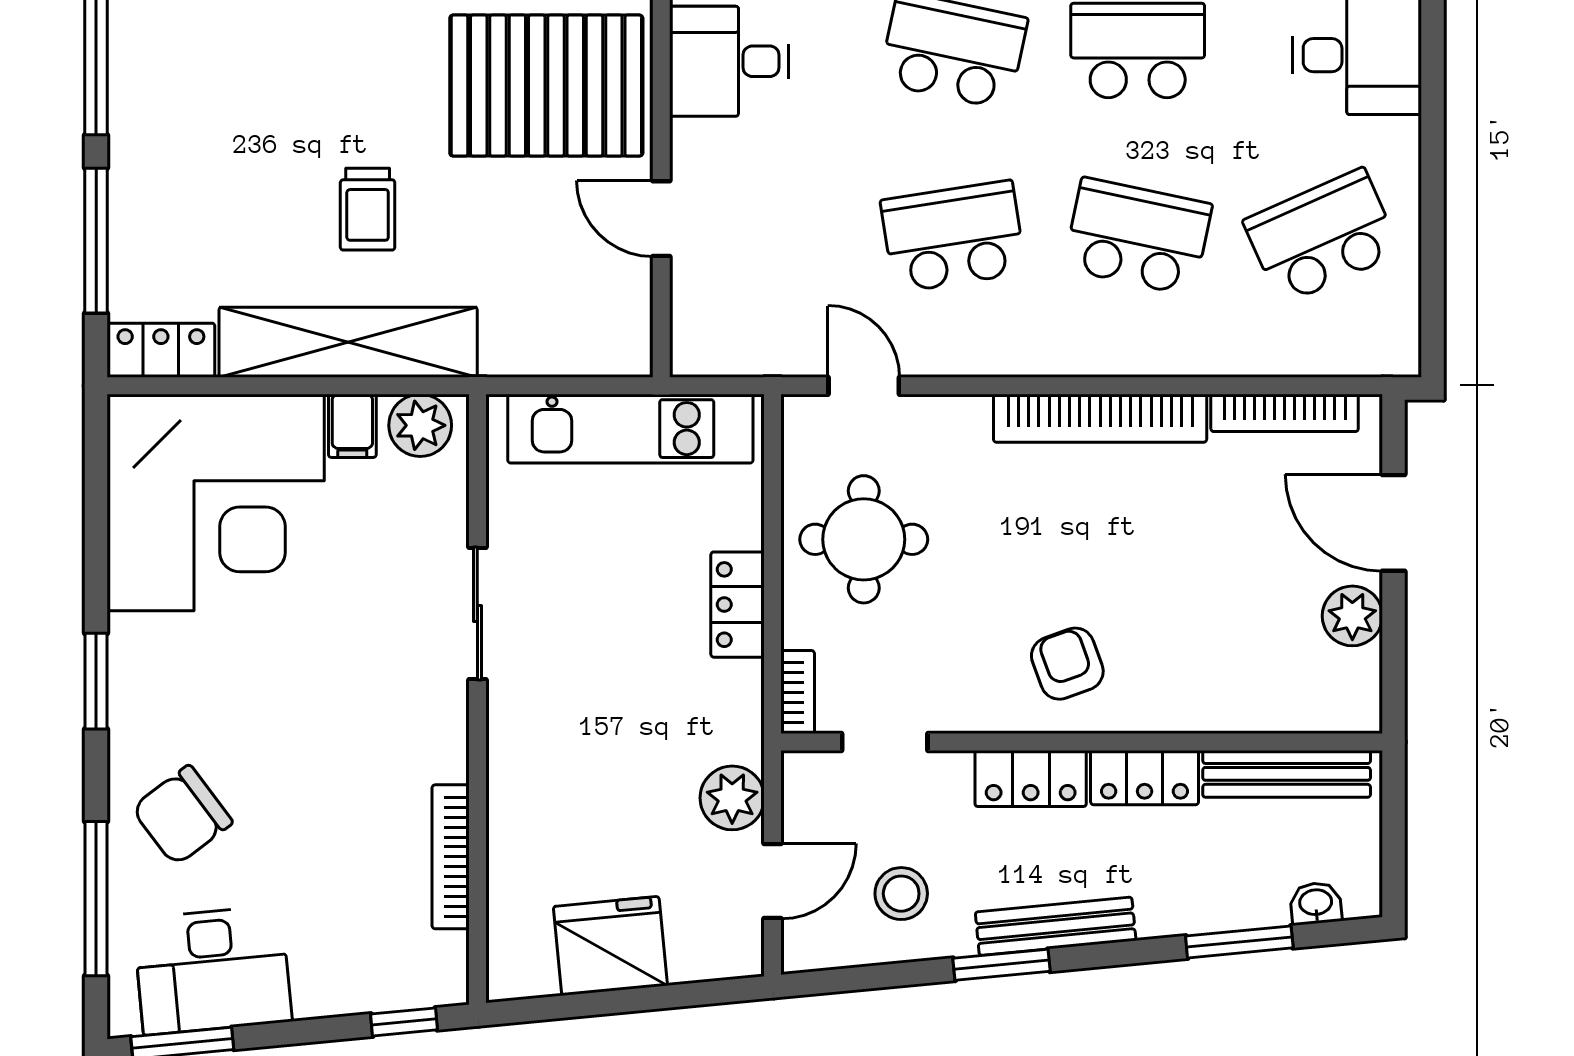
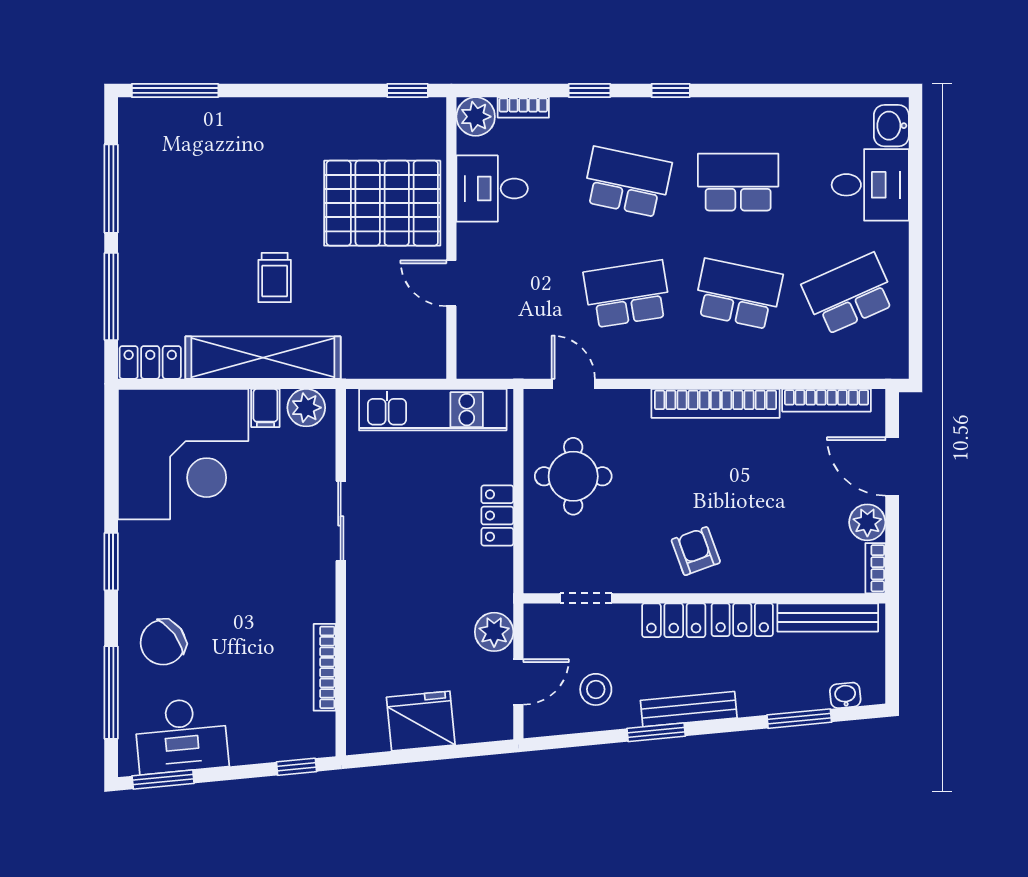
bookcase: (798, 692) -> (875, 568), moved, turned 180

